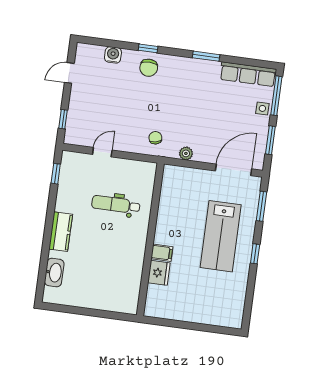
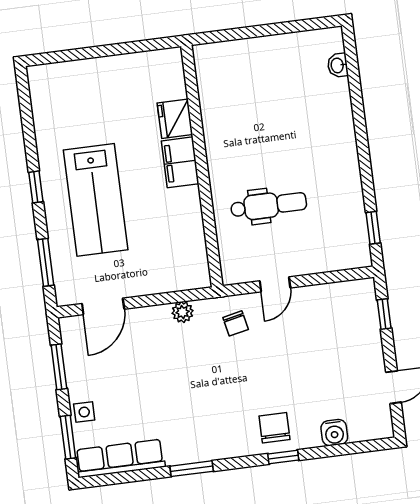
window: (276, 96) -> (68, 437), width x0.69
door: (102, 152) -> (275, 284), moved
door: (234, 170) -> (103, 306), width x0.73
kitchen counter: (61, 232) -> (342, 141), removed
lab bench: (221, 236) -> (96, 200), turned 180
filing cabinet: (162, 253) -> (180, 162), width x2.00
washbasin: (54, 272) -> (338, 65), width x0.52, depth x0.69

